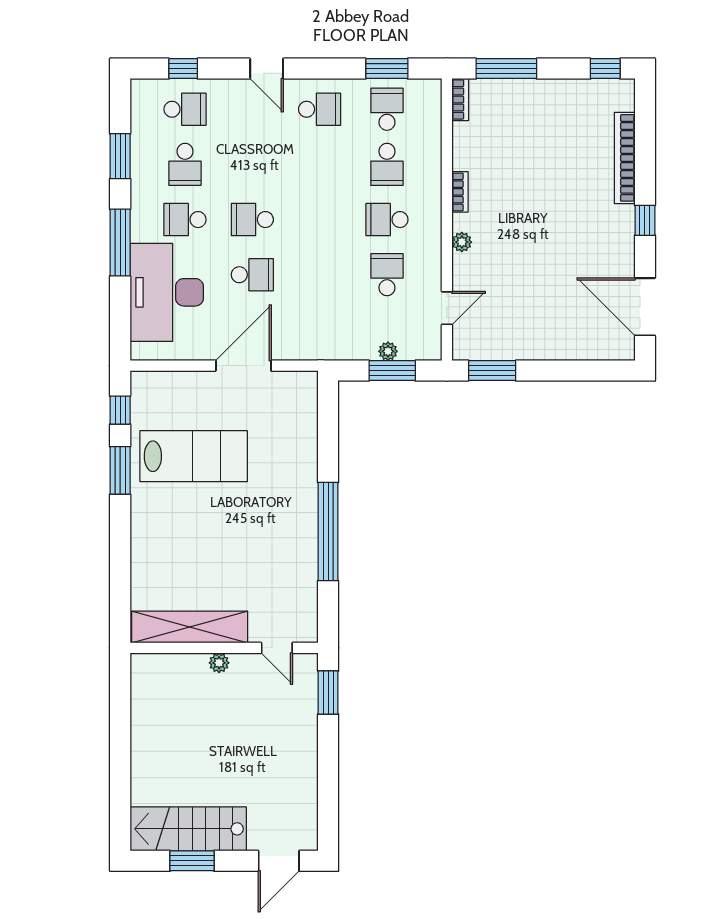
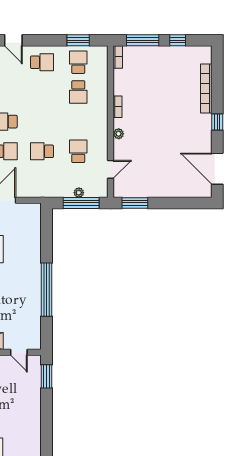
window: (605, 69) -> (178, 40), moved
school desk: (387, 220) -> (42, 151), moved
window: (392, 371) -> (81, 203), width x1.44

